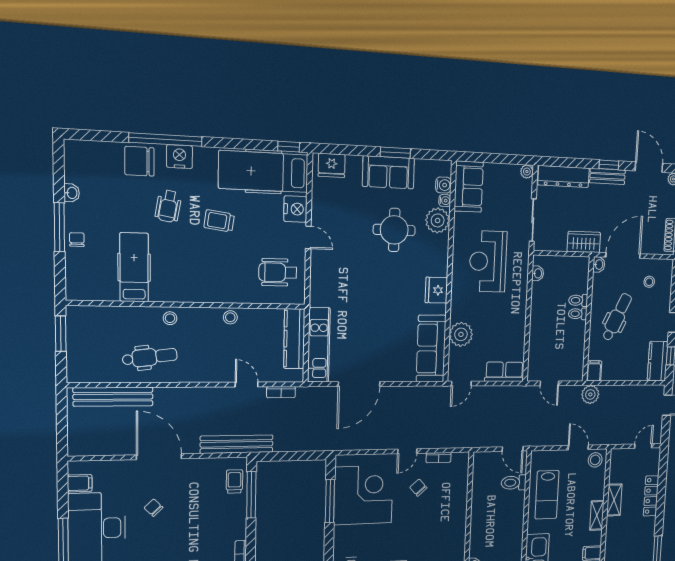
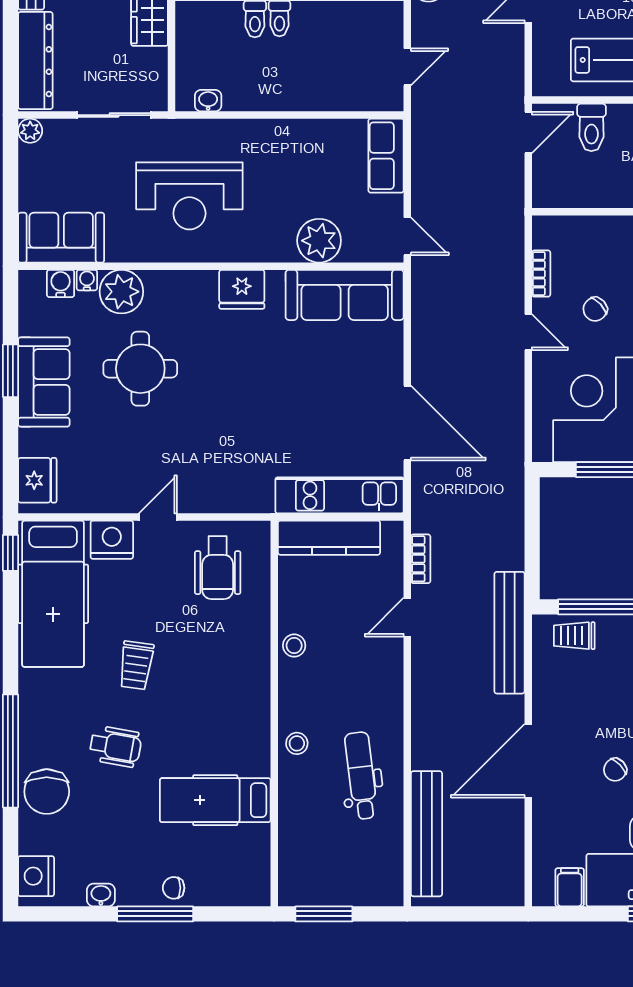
nightstand: (179, 157) -> (36, 876), moved

